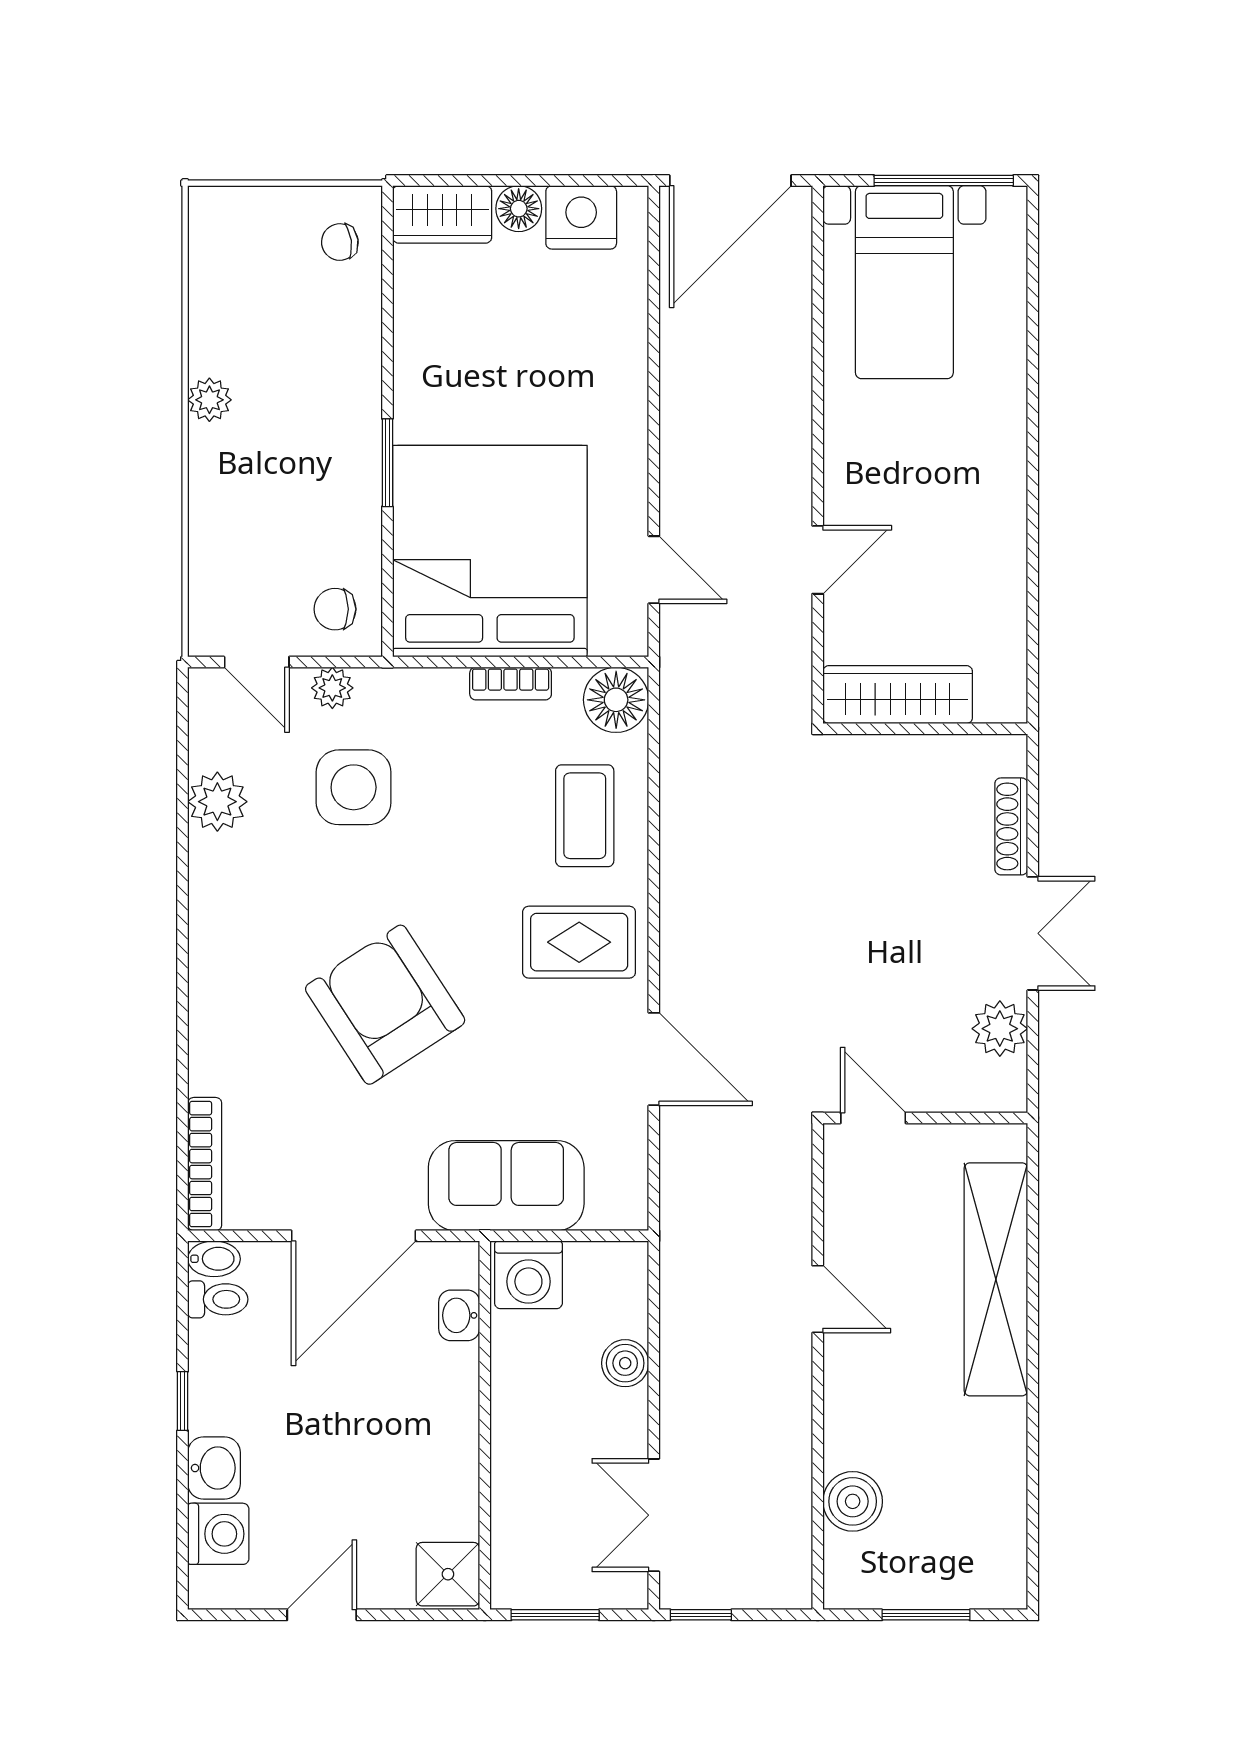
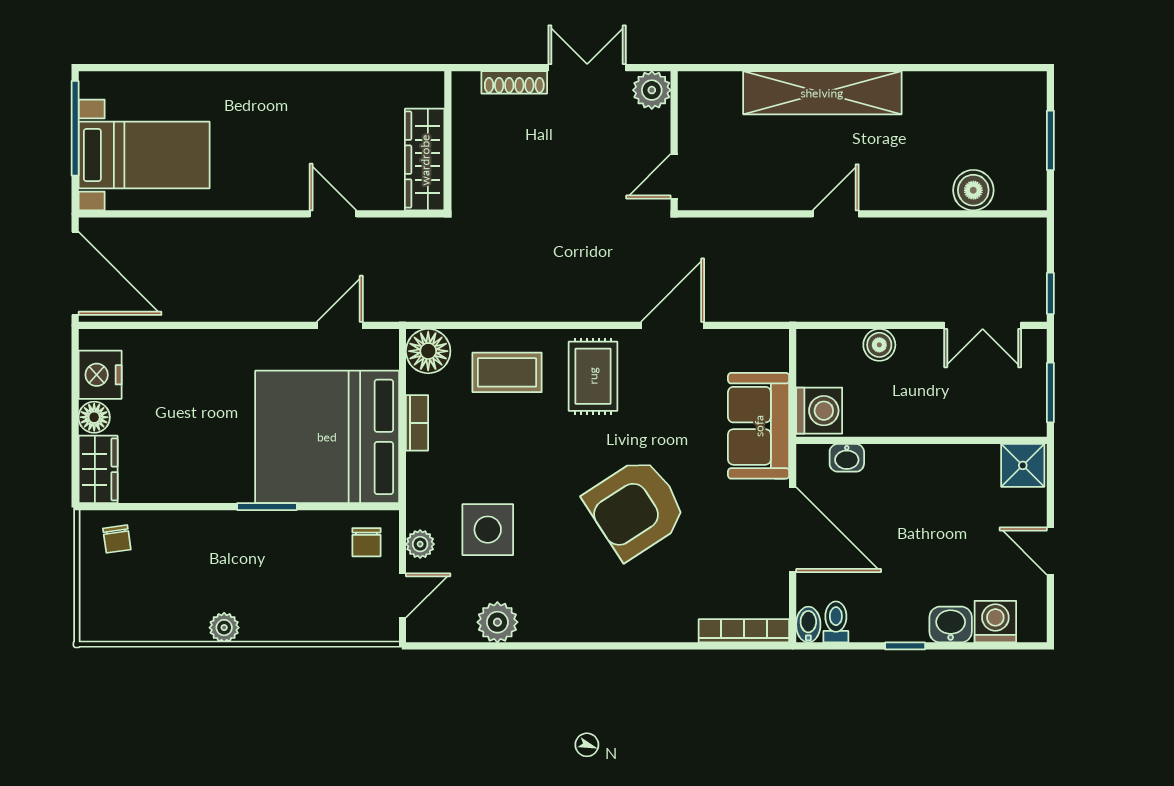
door: (873, 1118) -> (674, 176), moved
wall: (925, 1118) -> (674, 141), moved

